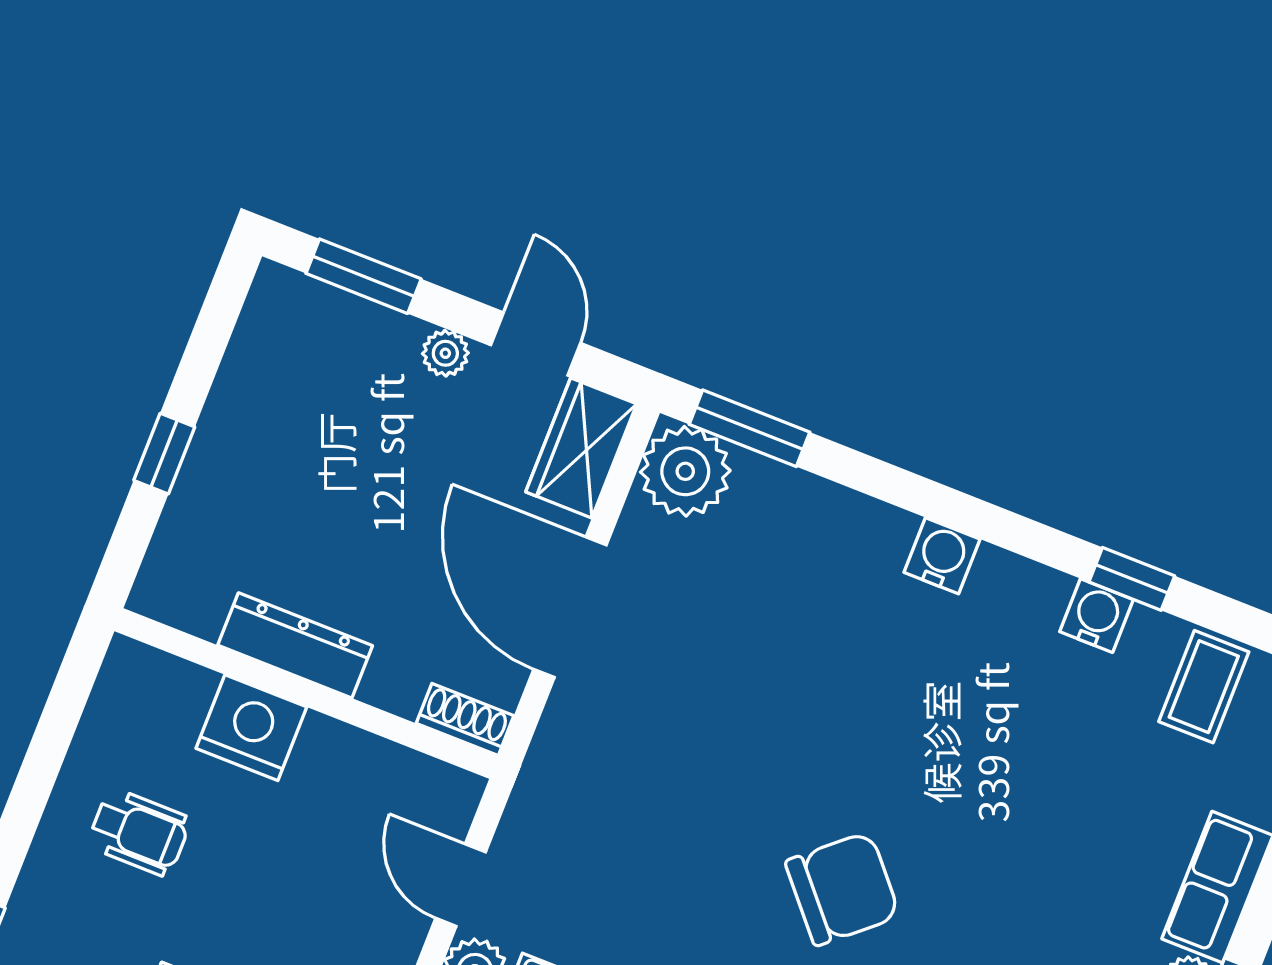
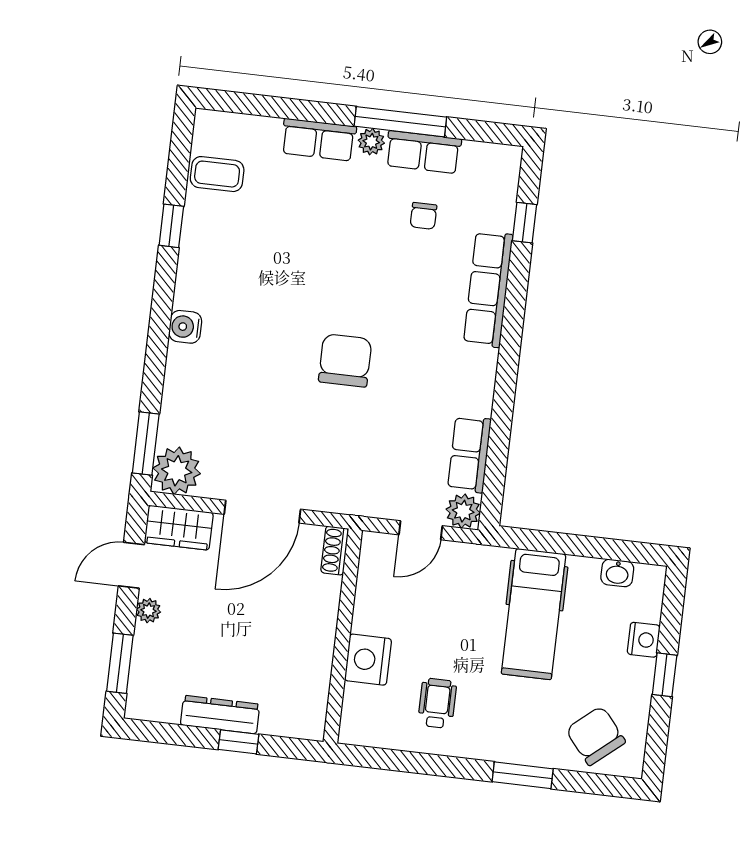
water cooler: (1096, 616) -> (195, 239), removed
dresser: (295, 645) -> (220, 715), moved, turned 90
chair: (842, 889) -> (345, 360), moved, turned 41

